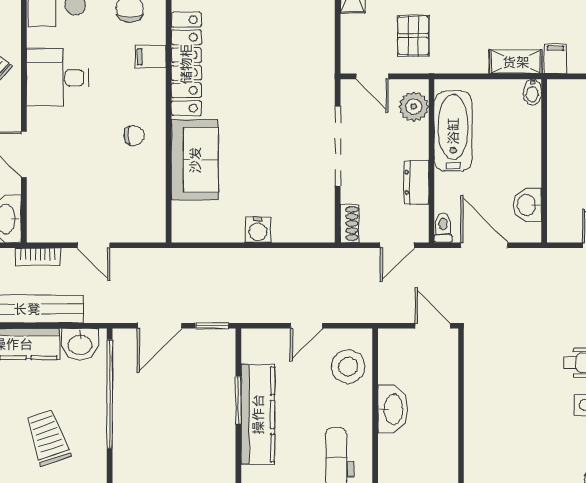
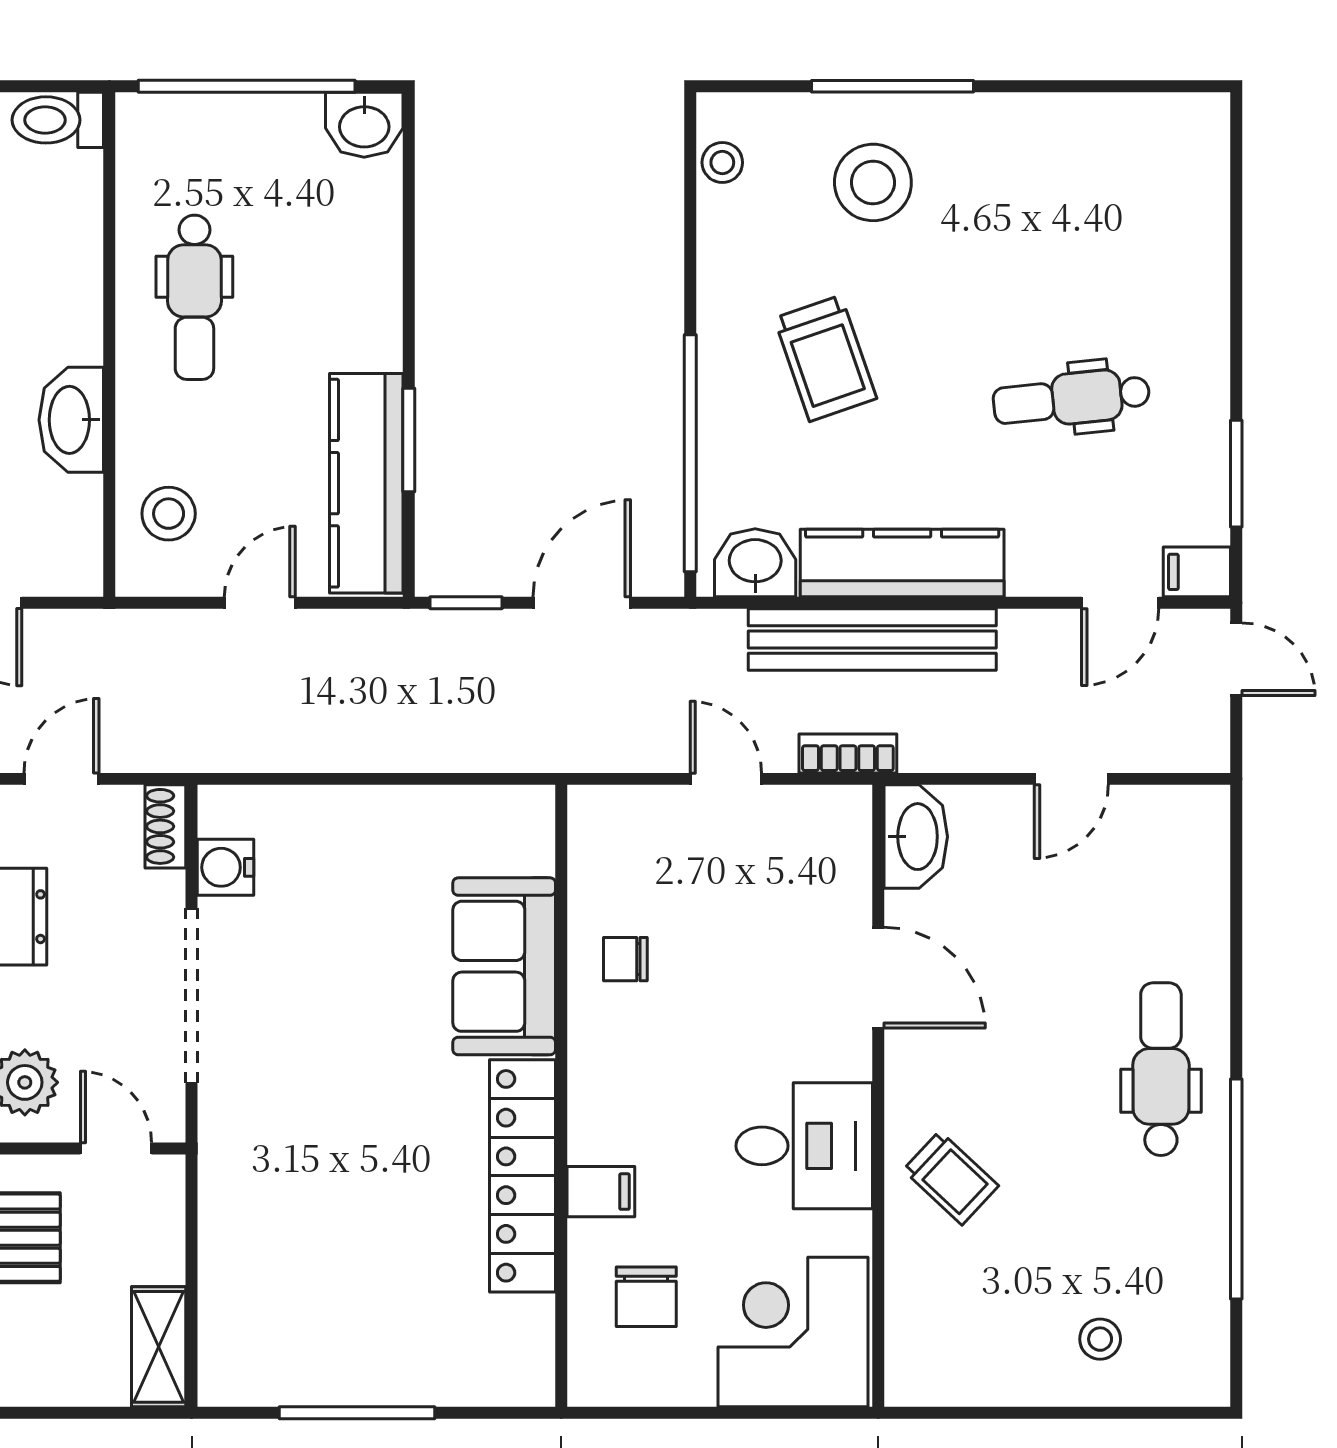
chair: (134, 136) -> (625, 959), moved
water cooler: (258, 230) -> (226, 867), moved, turned -90
stool: (348, 367) -> (169, 514), width x0.73, depth x0.73
kitchen counter: (258, 414) -> (366, 483), moved

